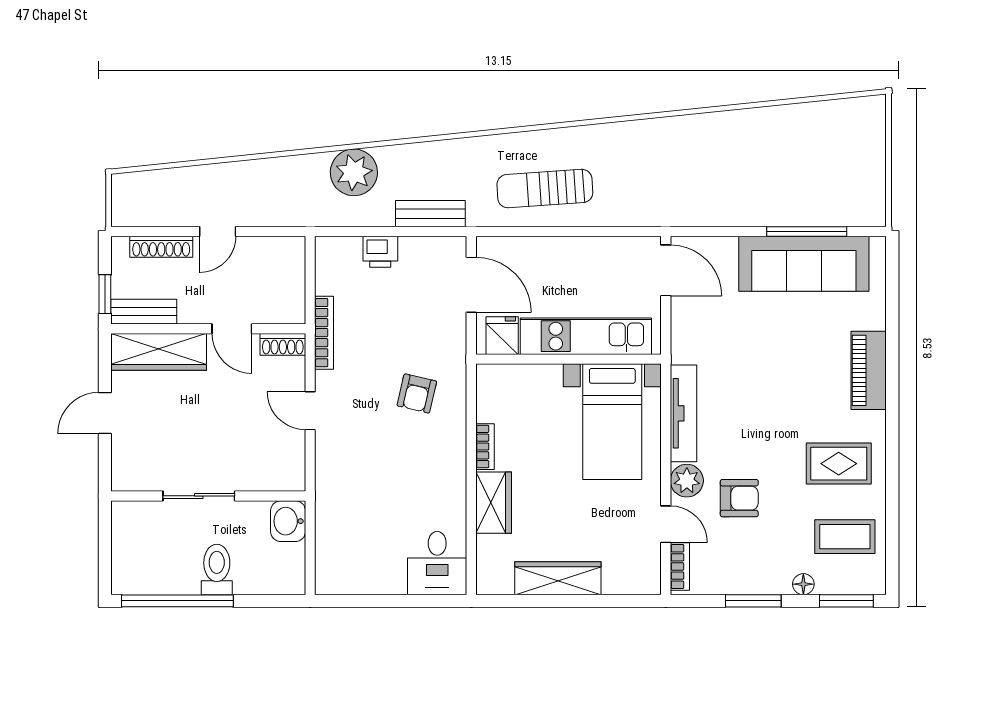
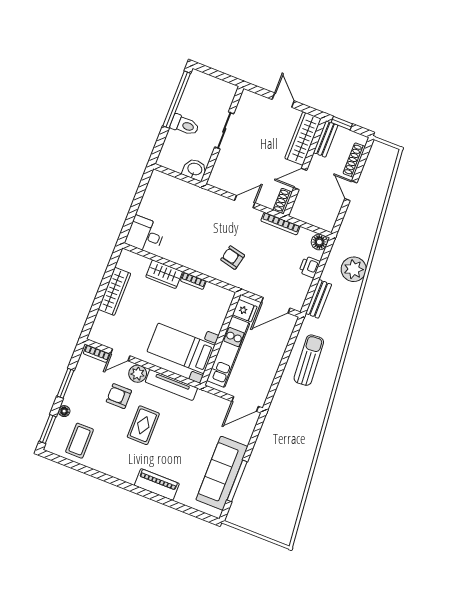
floor lamp: (330, 251) -> (319, 242), added
rug: (839, 464) -> (143, 425), moved
armchair: (739, 498) -> (119, 396), turned 90

